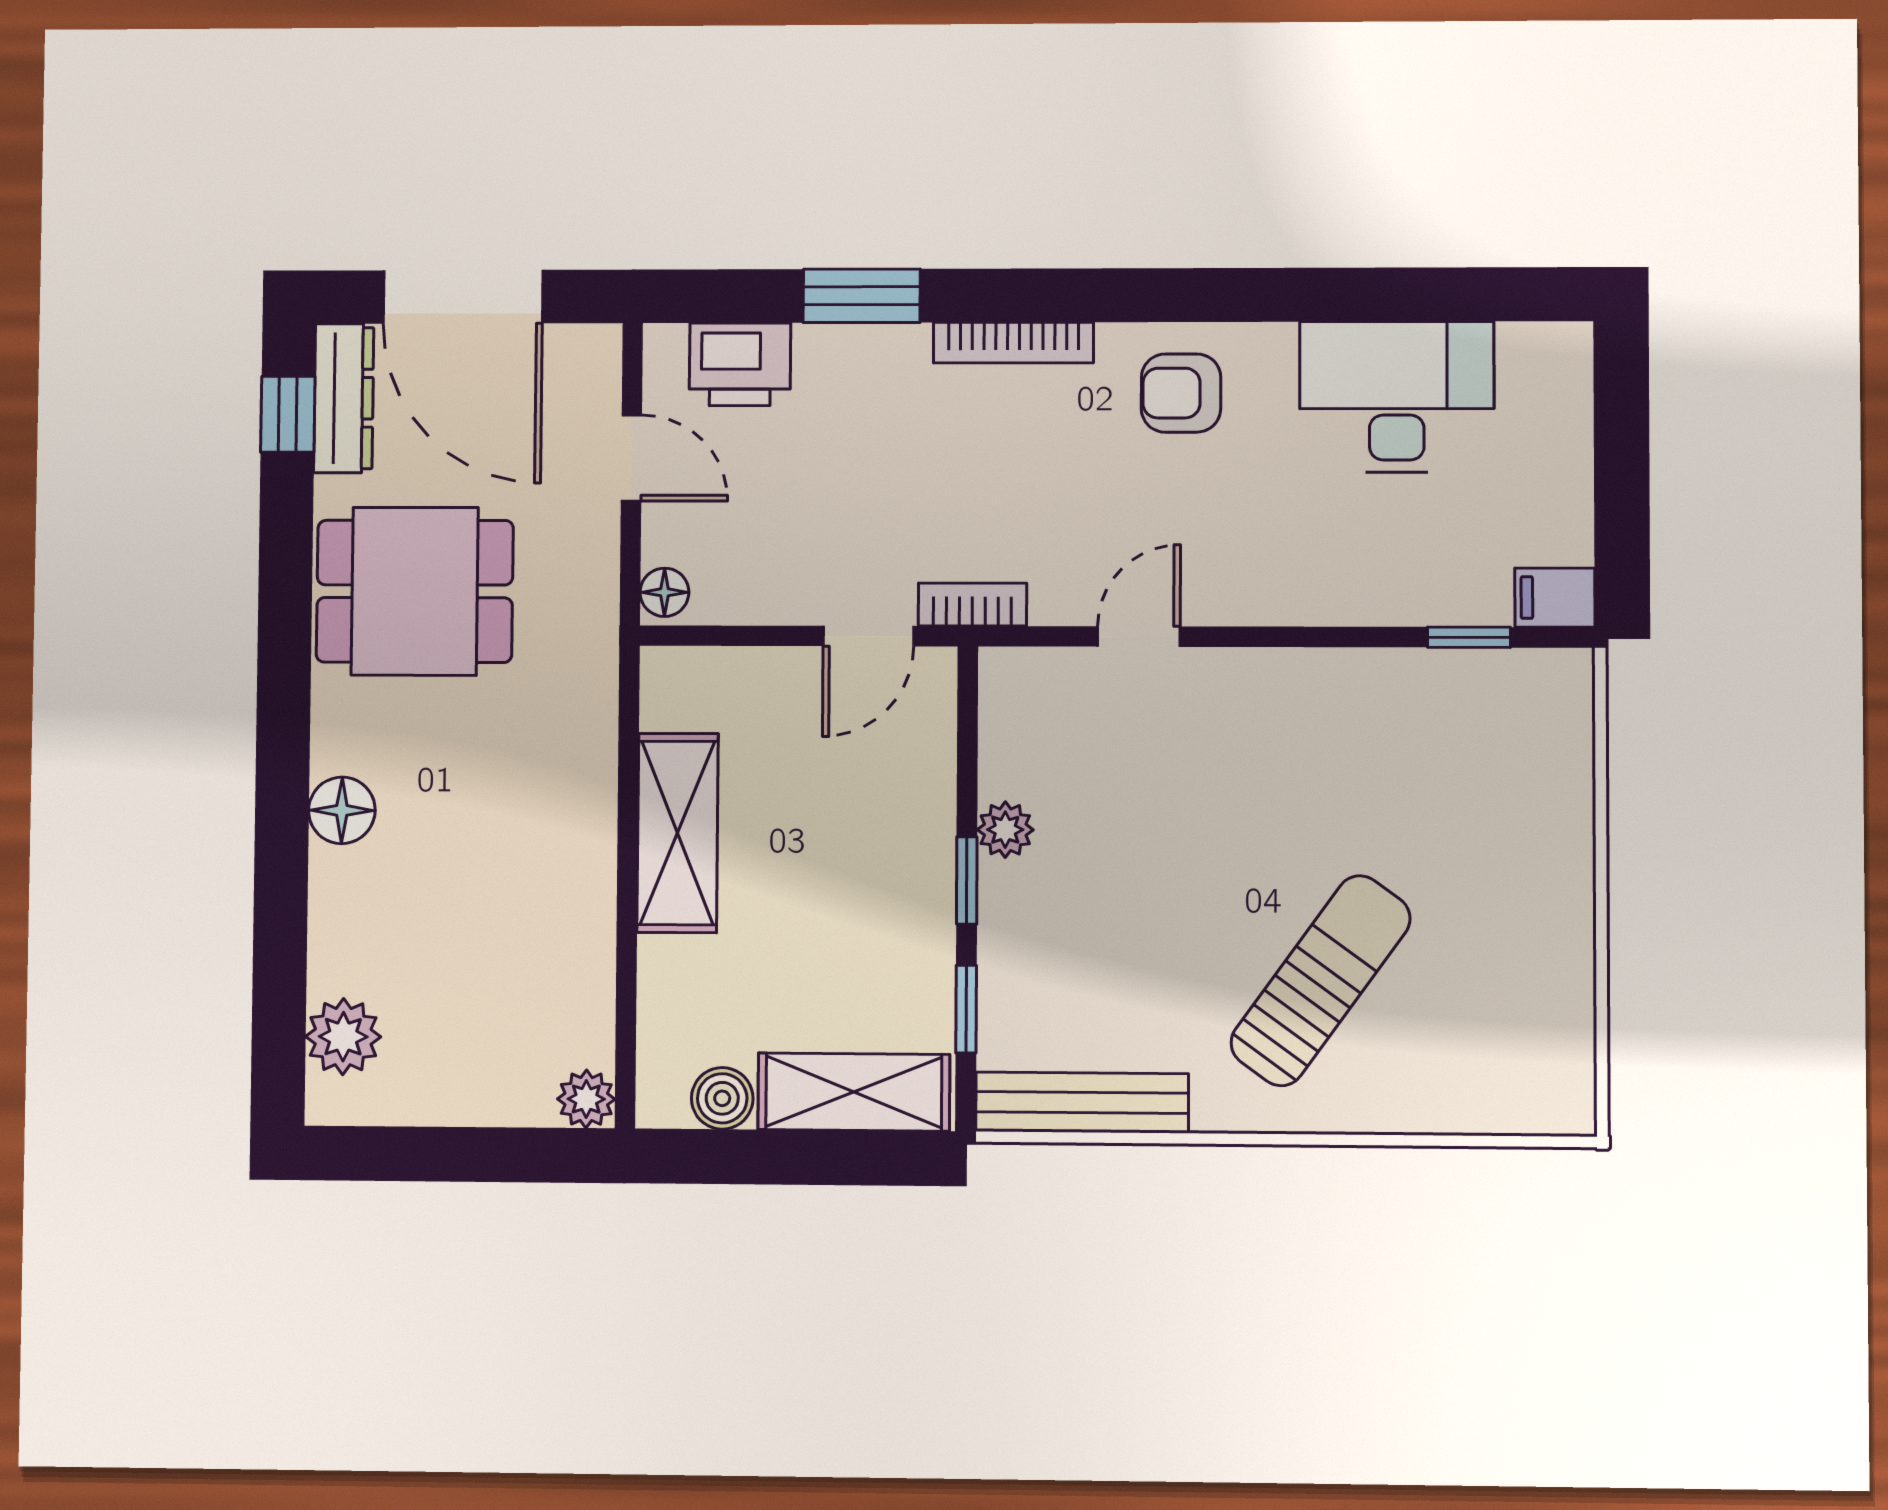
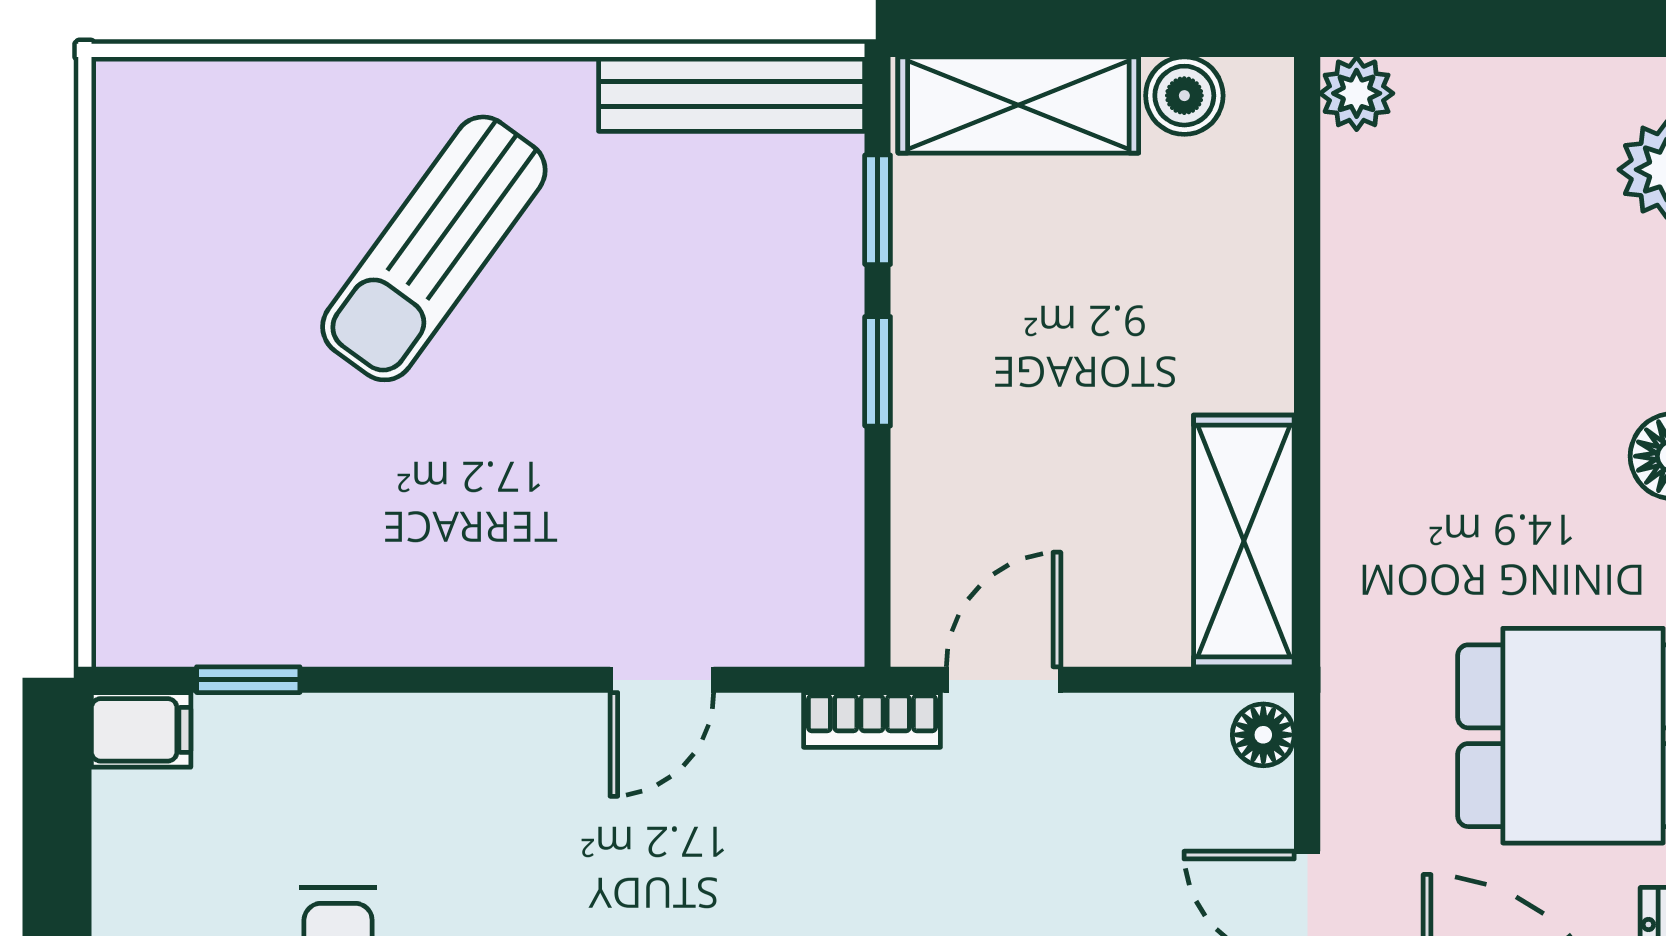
plant: (1005, 830) -> (829, 436), removed
shelving: (678, 833) -> (1244, 541), moved

